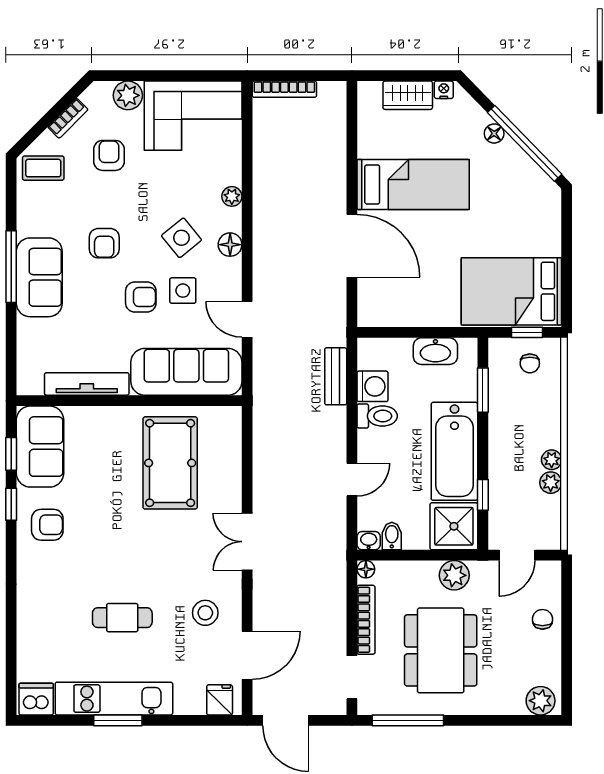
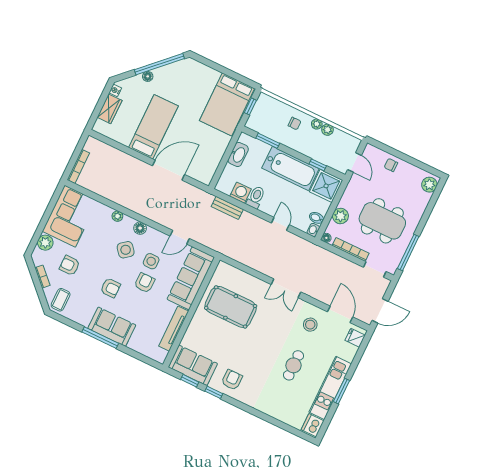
chair: (530, 363) -> (295, 123), moved
plant: (454, 575) -> (340, 216), moved

